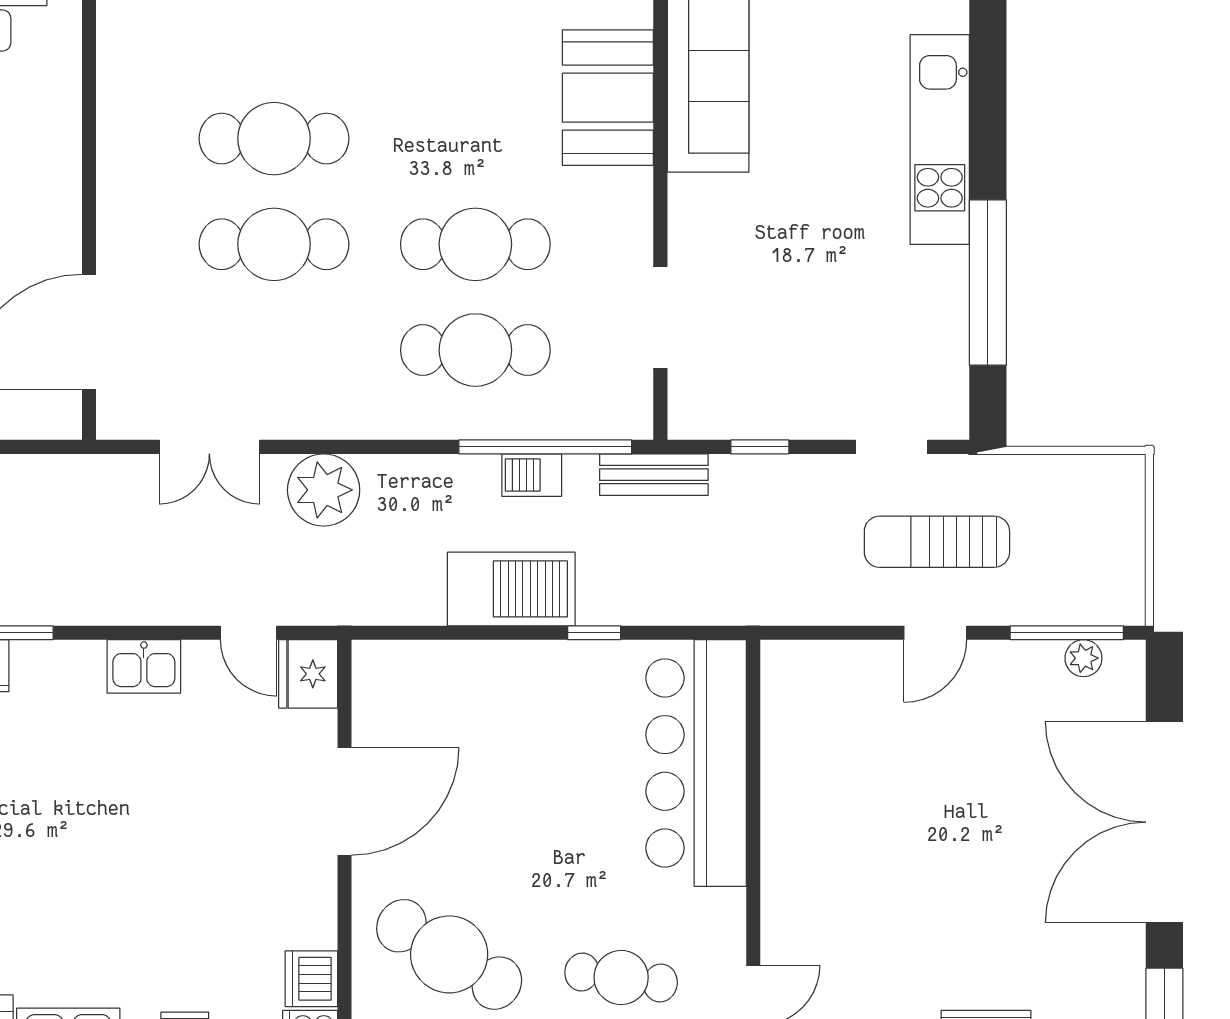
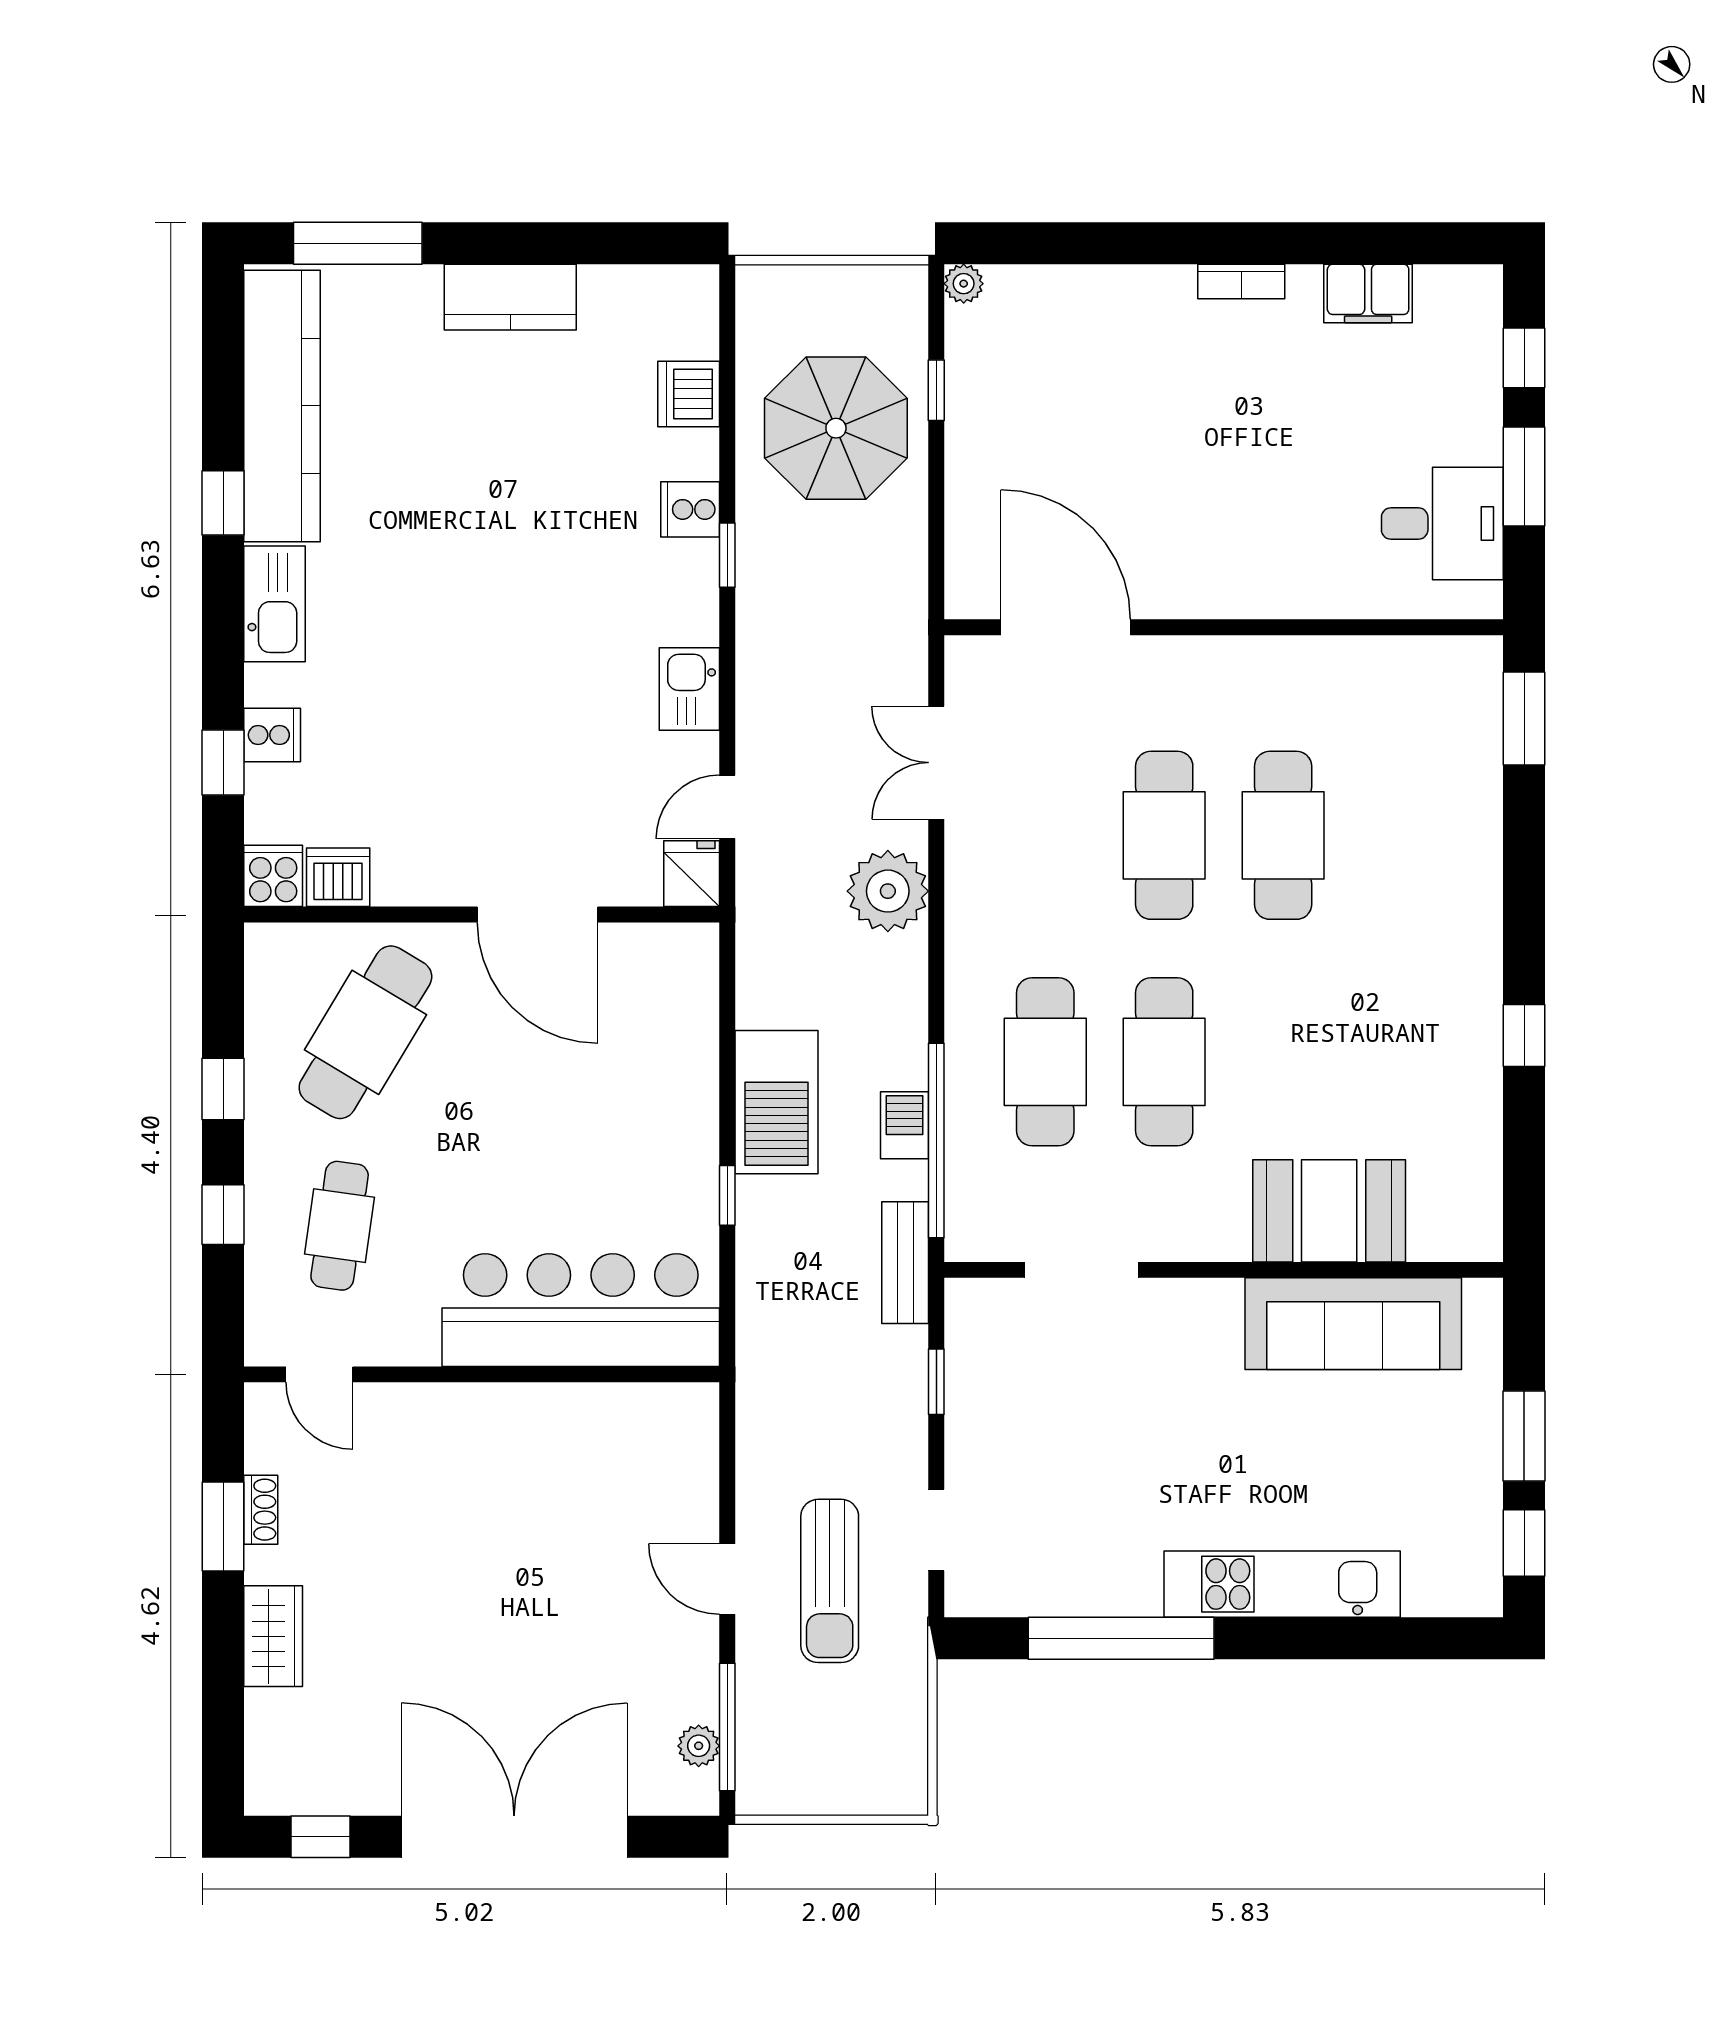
sun lounger: (937, 542) -> (830, 1581), turned 180
fridge: (308, 674) -> (692, 874), width x0.72

